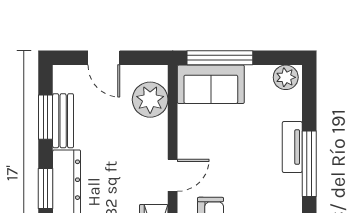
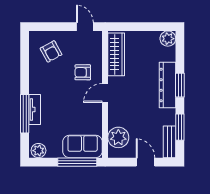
bench: (63, 121) -> (170, 142), moved
window: (309, 164) -> (25, 114), moved

